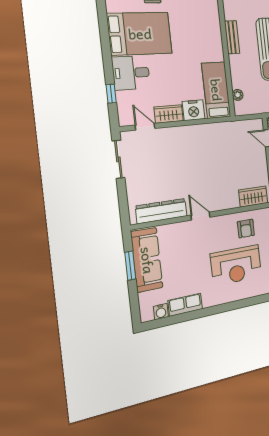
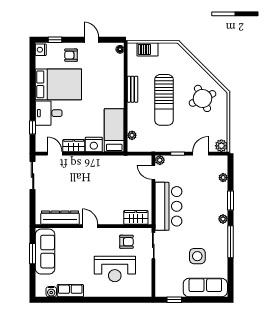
armchair: (246, 229) -> (126, 242), turned -90

